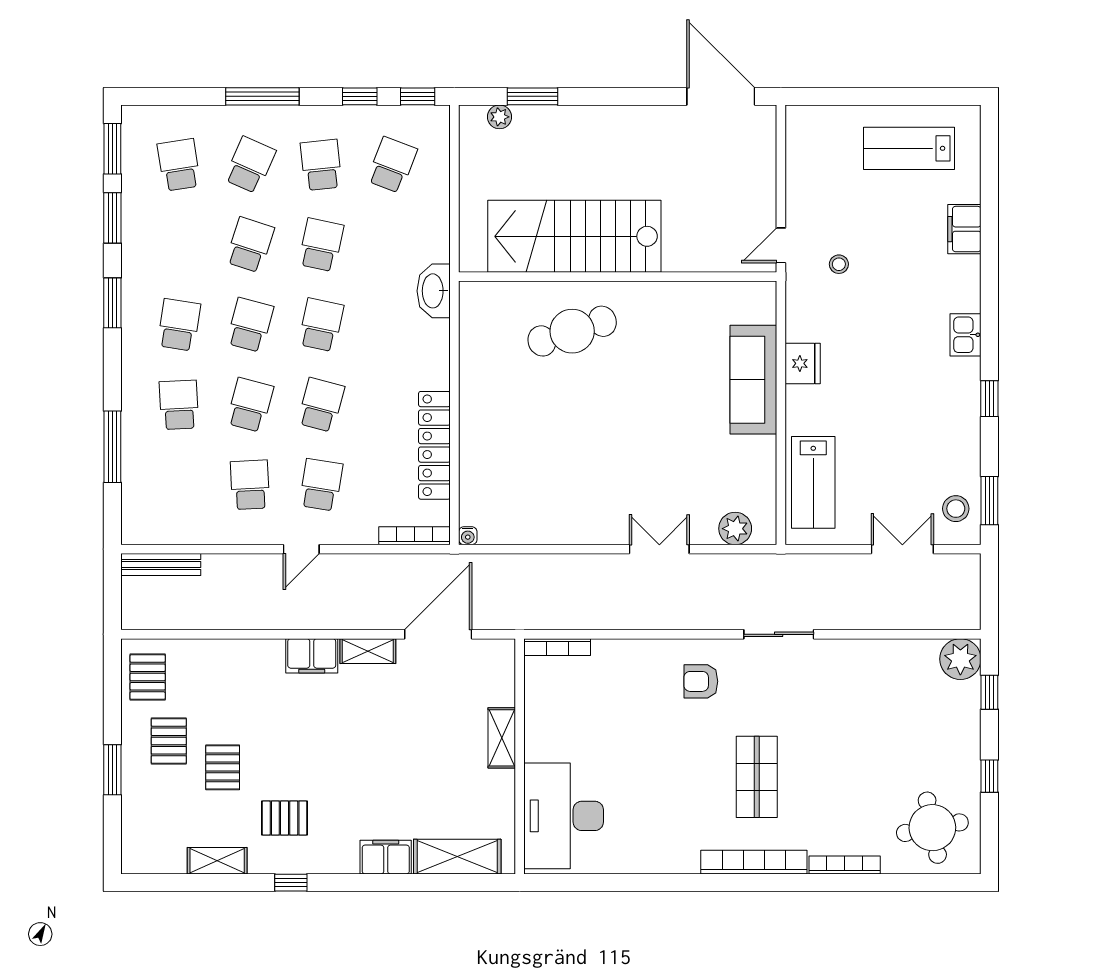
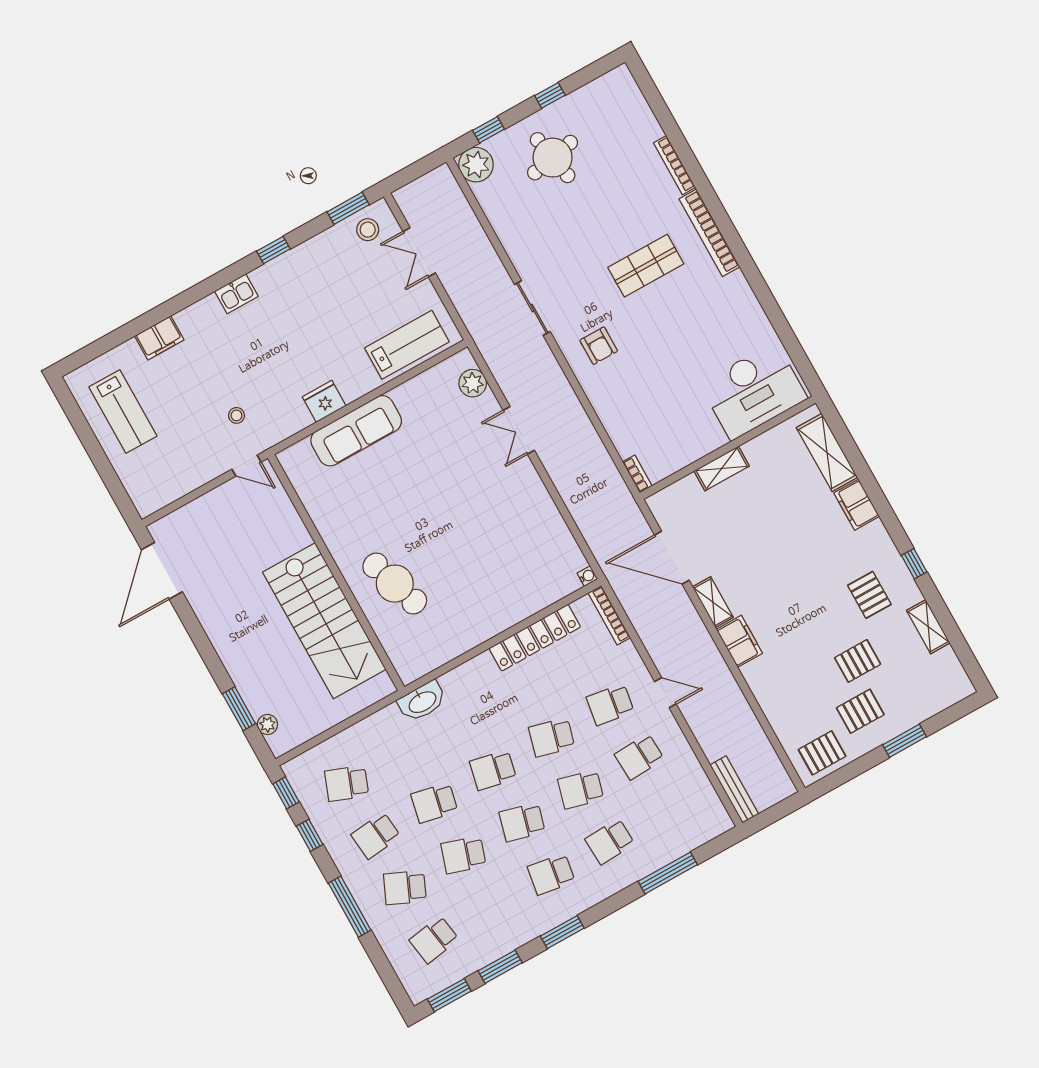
bookcase: (557, 647) -> (637, 474), width x0.64
round table: (932, 828) -> (553, 158), moved

